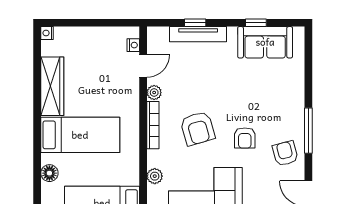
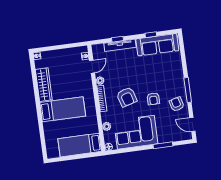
sofa: (265, 42) -> (157, 45), width x1.36
floor lamp: (49, 173) -> (49, 133), removed

